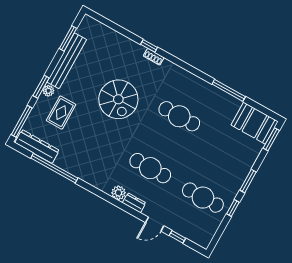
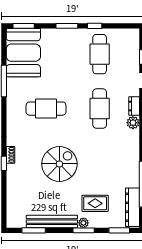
cafe table: (179, 116) -> (46, 109), turned 90
window: (22, 121) -> (119, 230), width x0.69
booth: (255, 123) -> (23, 53), width x1.36, depth x1.42

